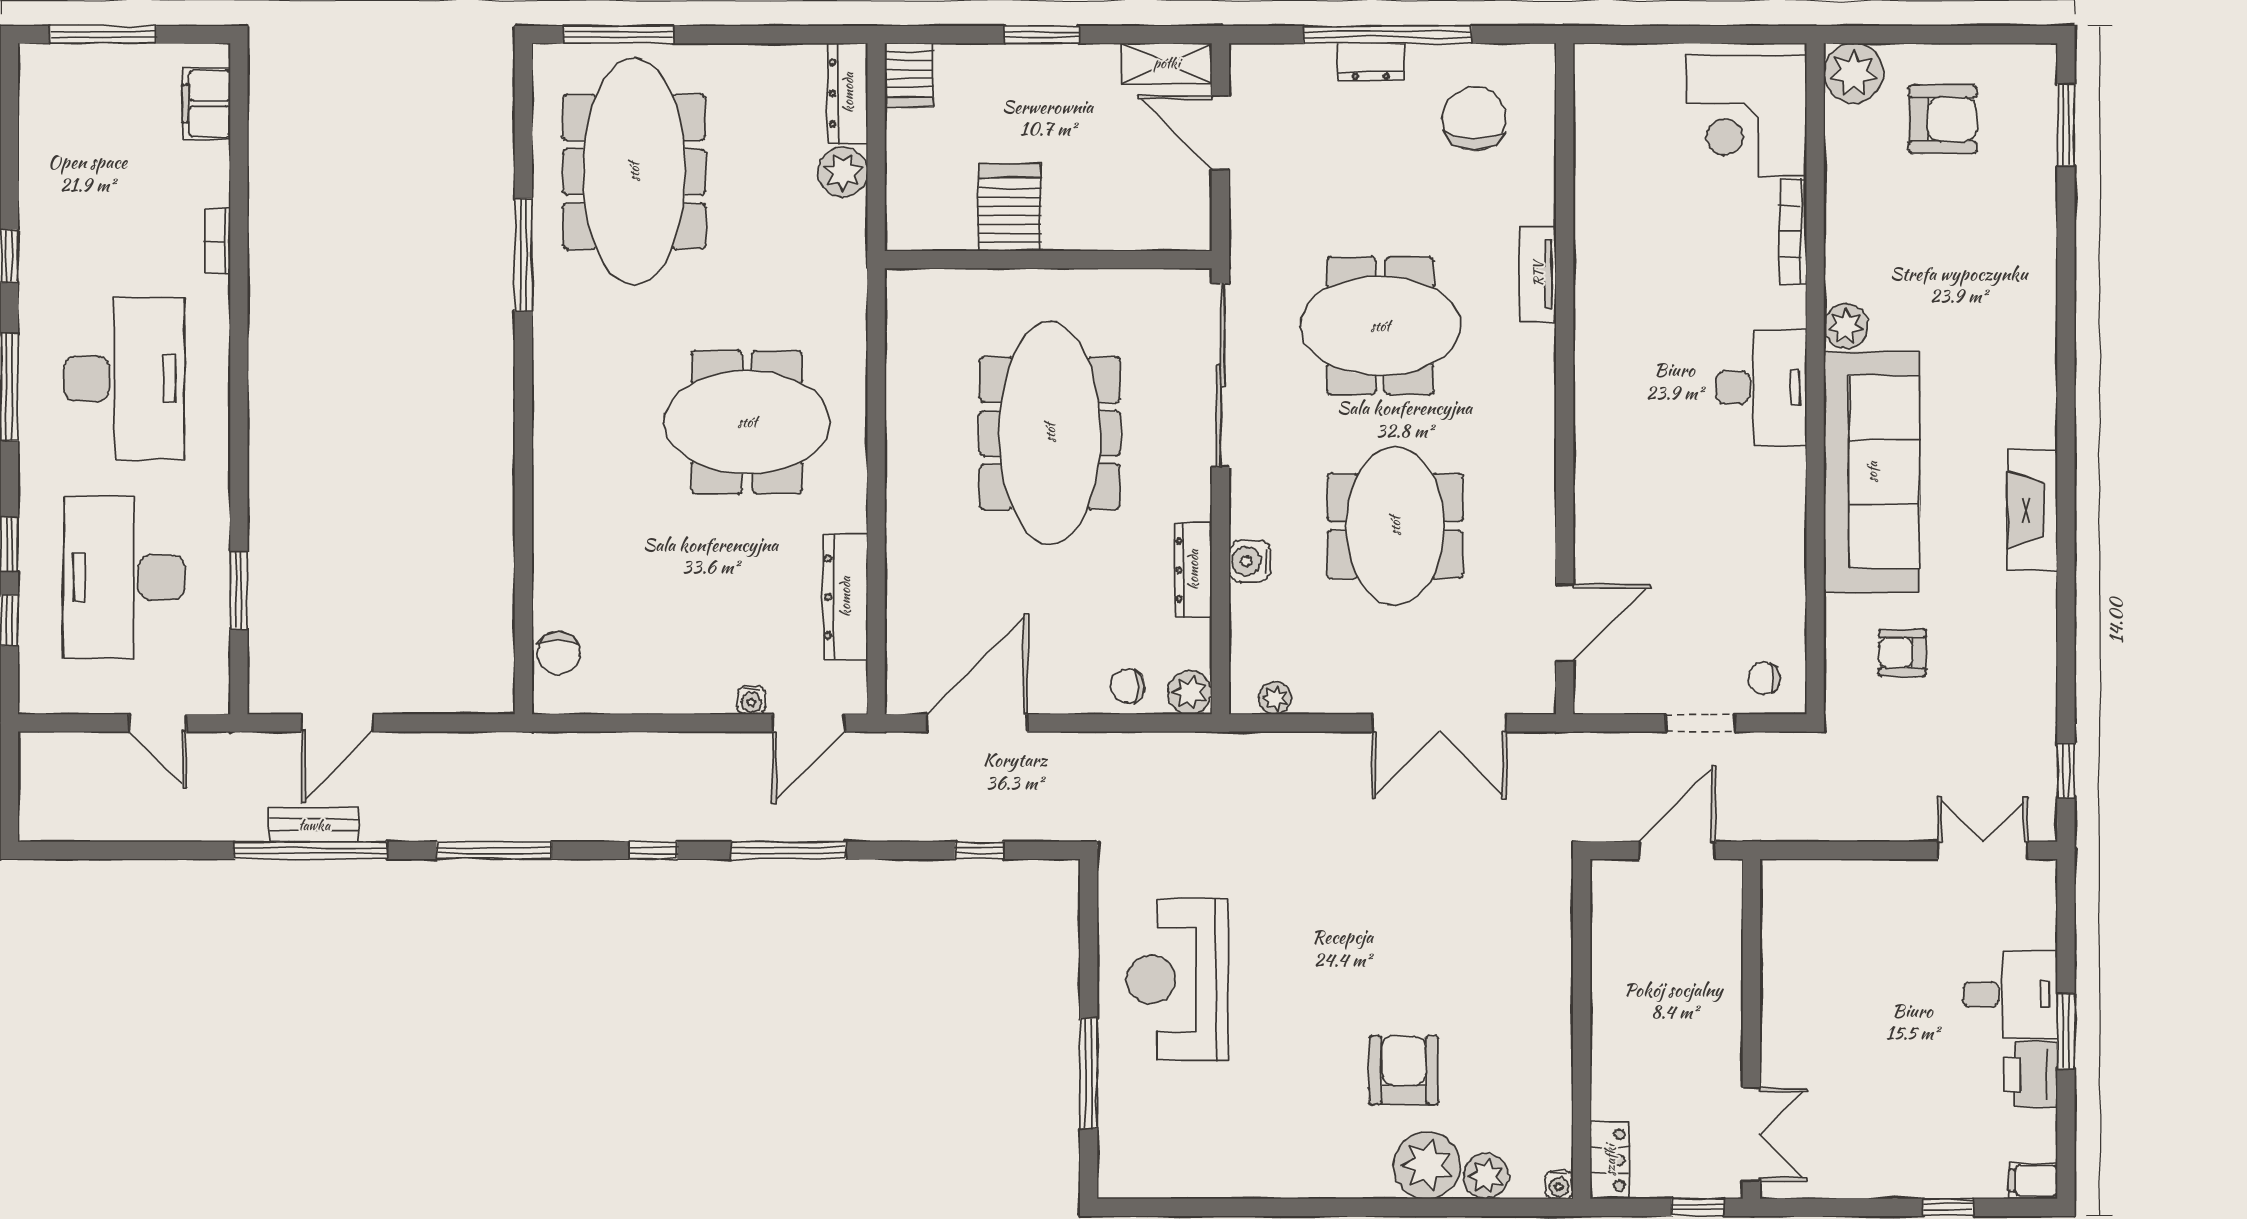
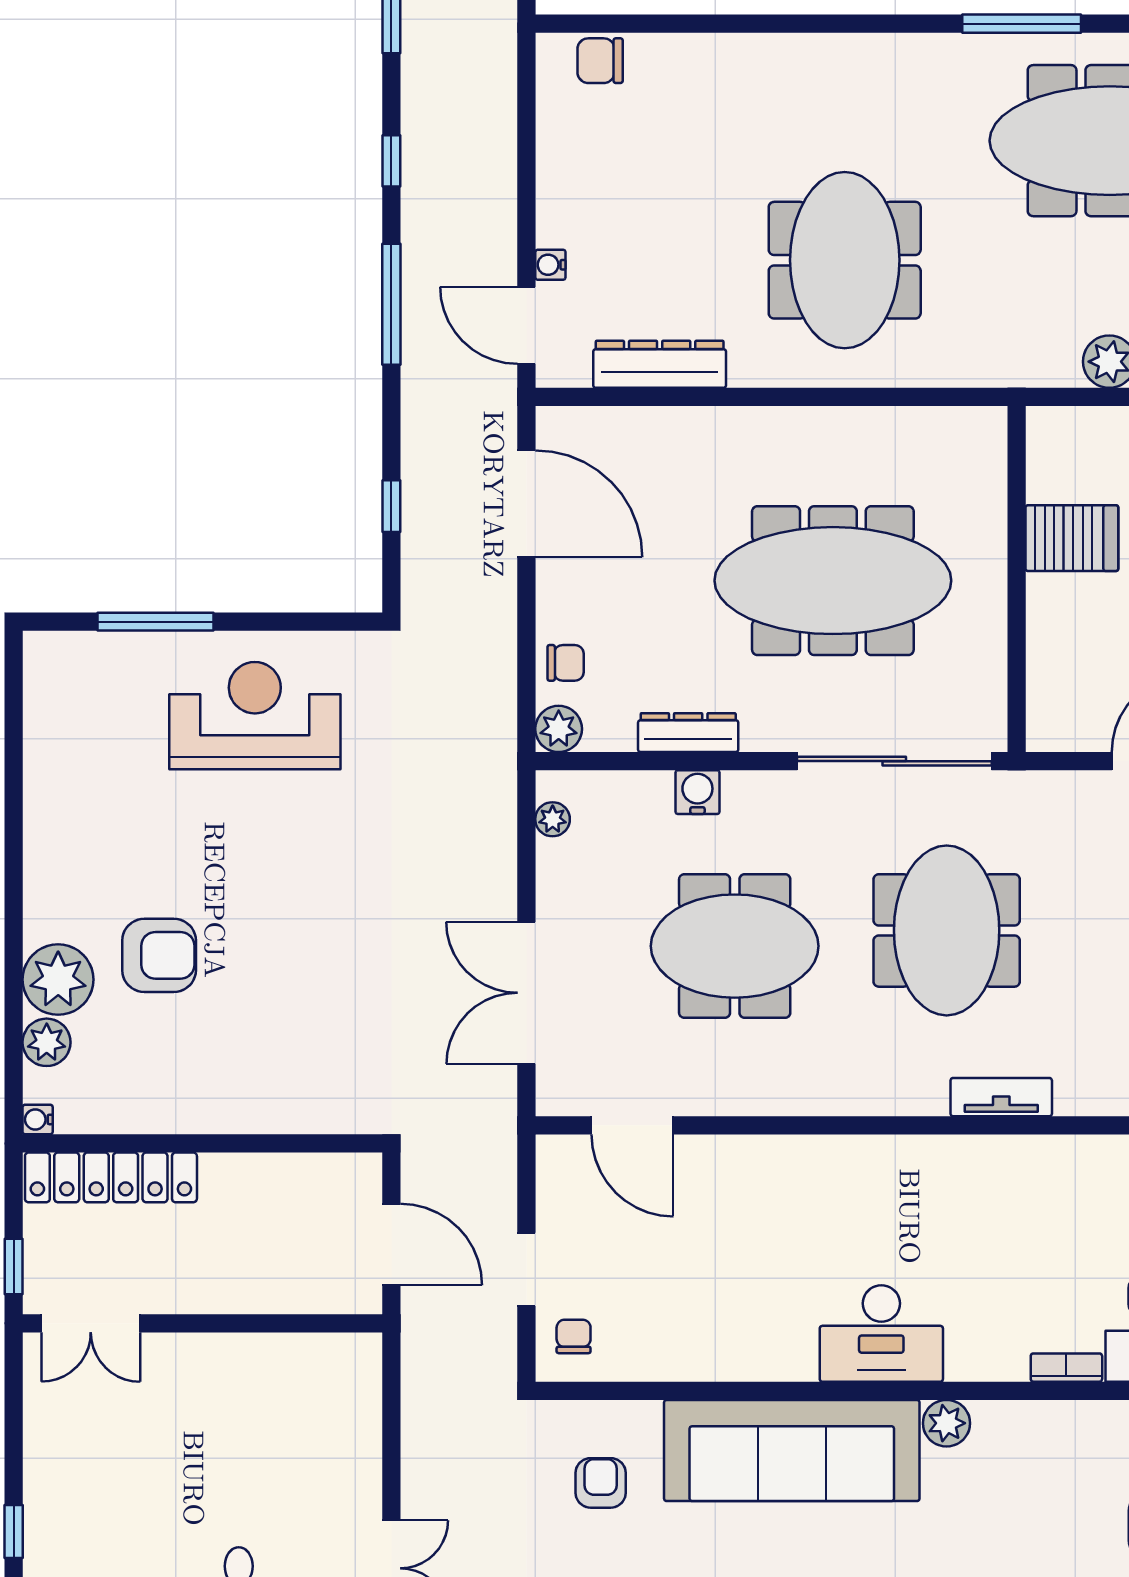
bookcase: (1793, 232) -> (1066, 1368), width x0.64
chair: (1127, 686) -> (566, 663), turned 90
locker: (1610, 1160) -> (111, 1177), width x2.16, depth x1.21

